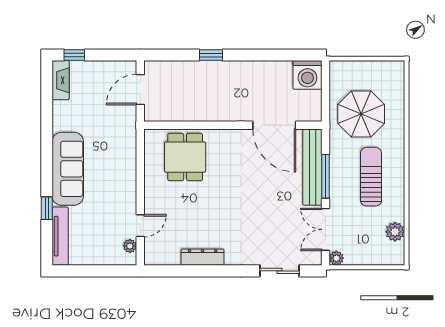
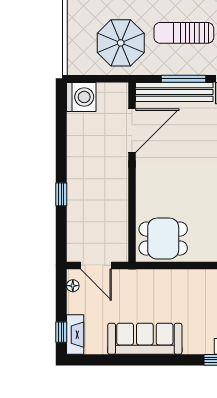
floor lamp: (120, 67) -> (73, 286), added
fireplace: (61, 80) -> (75, 335), moved, turned 90
dining table: (185, 157) -> (163, 239), moved
sofa: (68, 169) -> (145, 339), moved

